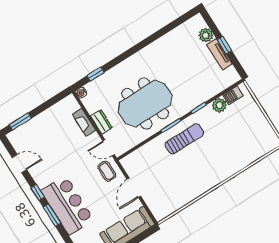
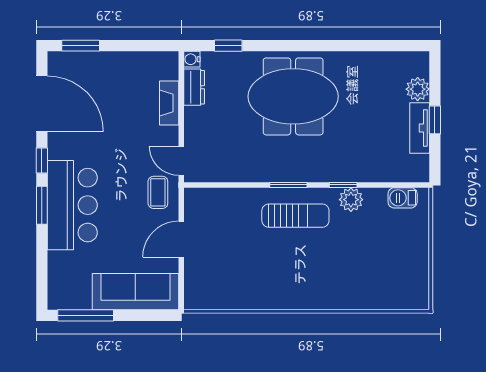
meeting table: (145, 104) -> (293, 96), moved
plant: (219, 105) -> (351, 200), moved
dresser: (101, 122) -> (194, 87), moved
door: (19, 163) -> (42, 104), width x1.87

